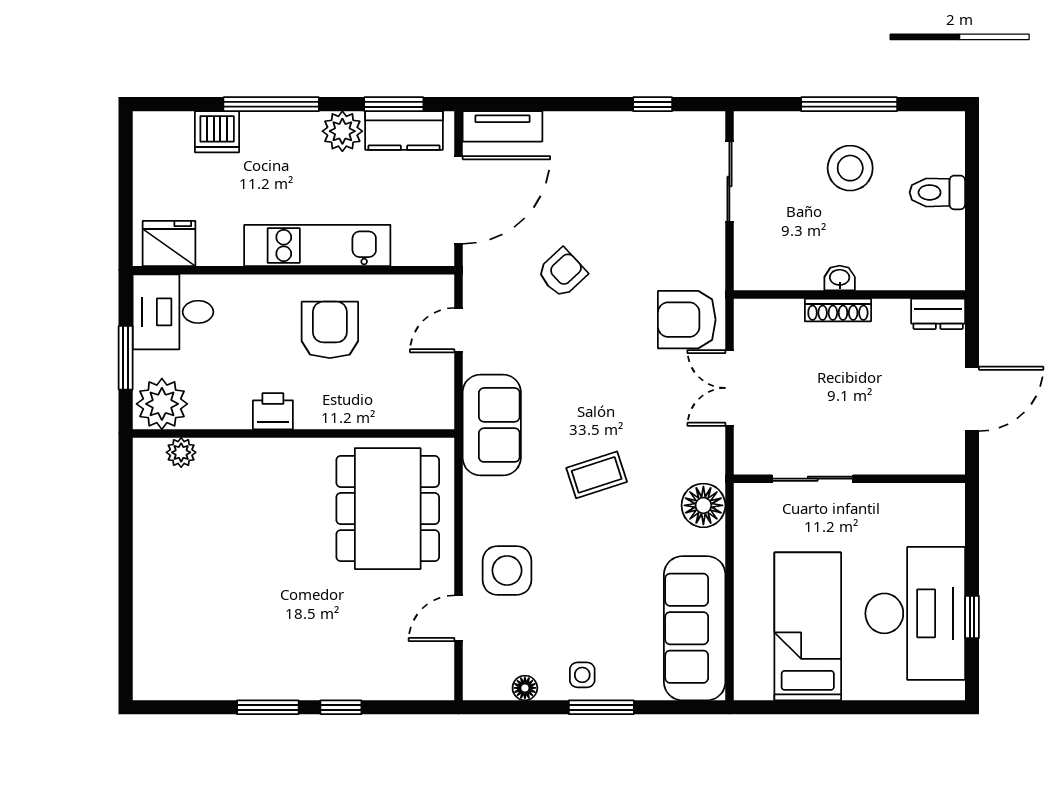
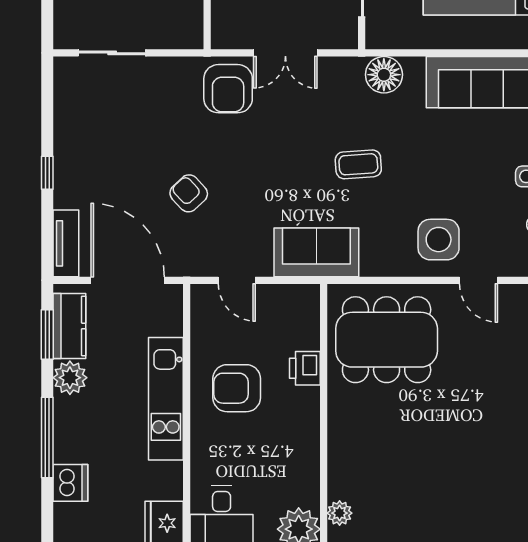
window: (653, 104) -> (47, 173), moved
printer: (273, 411) -> (305, 368), moved
coffee table: (597, 475) -> (358, 164), turned -76

